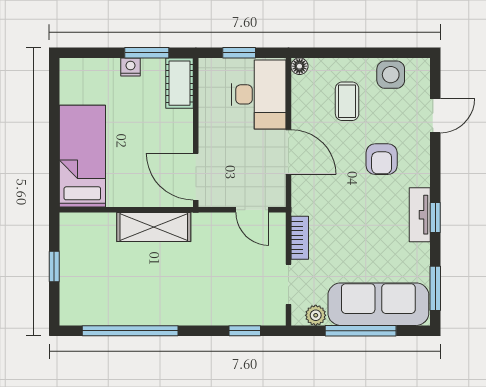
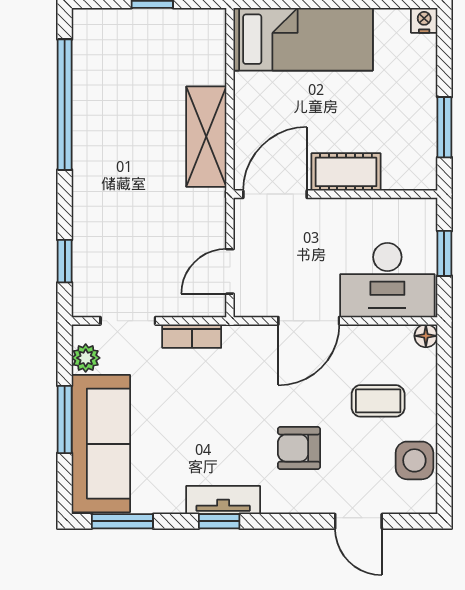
nightstand: (131, 67) -> (424, 20), moved, turned -90
cot: (179, 83) -> (346, 172), moved
window: (361, 331) -> (65, 419), width x0.69

